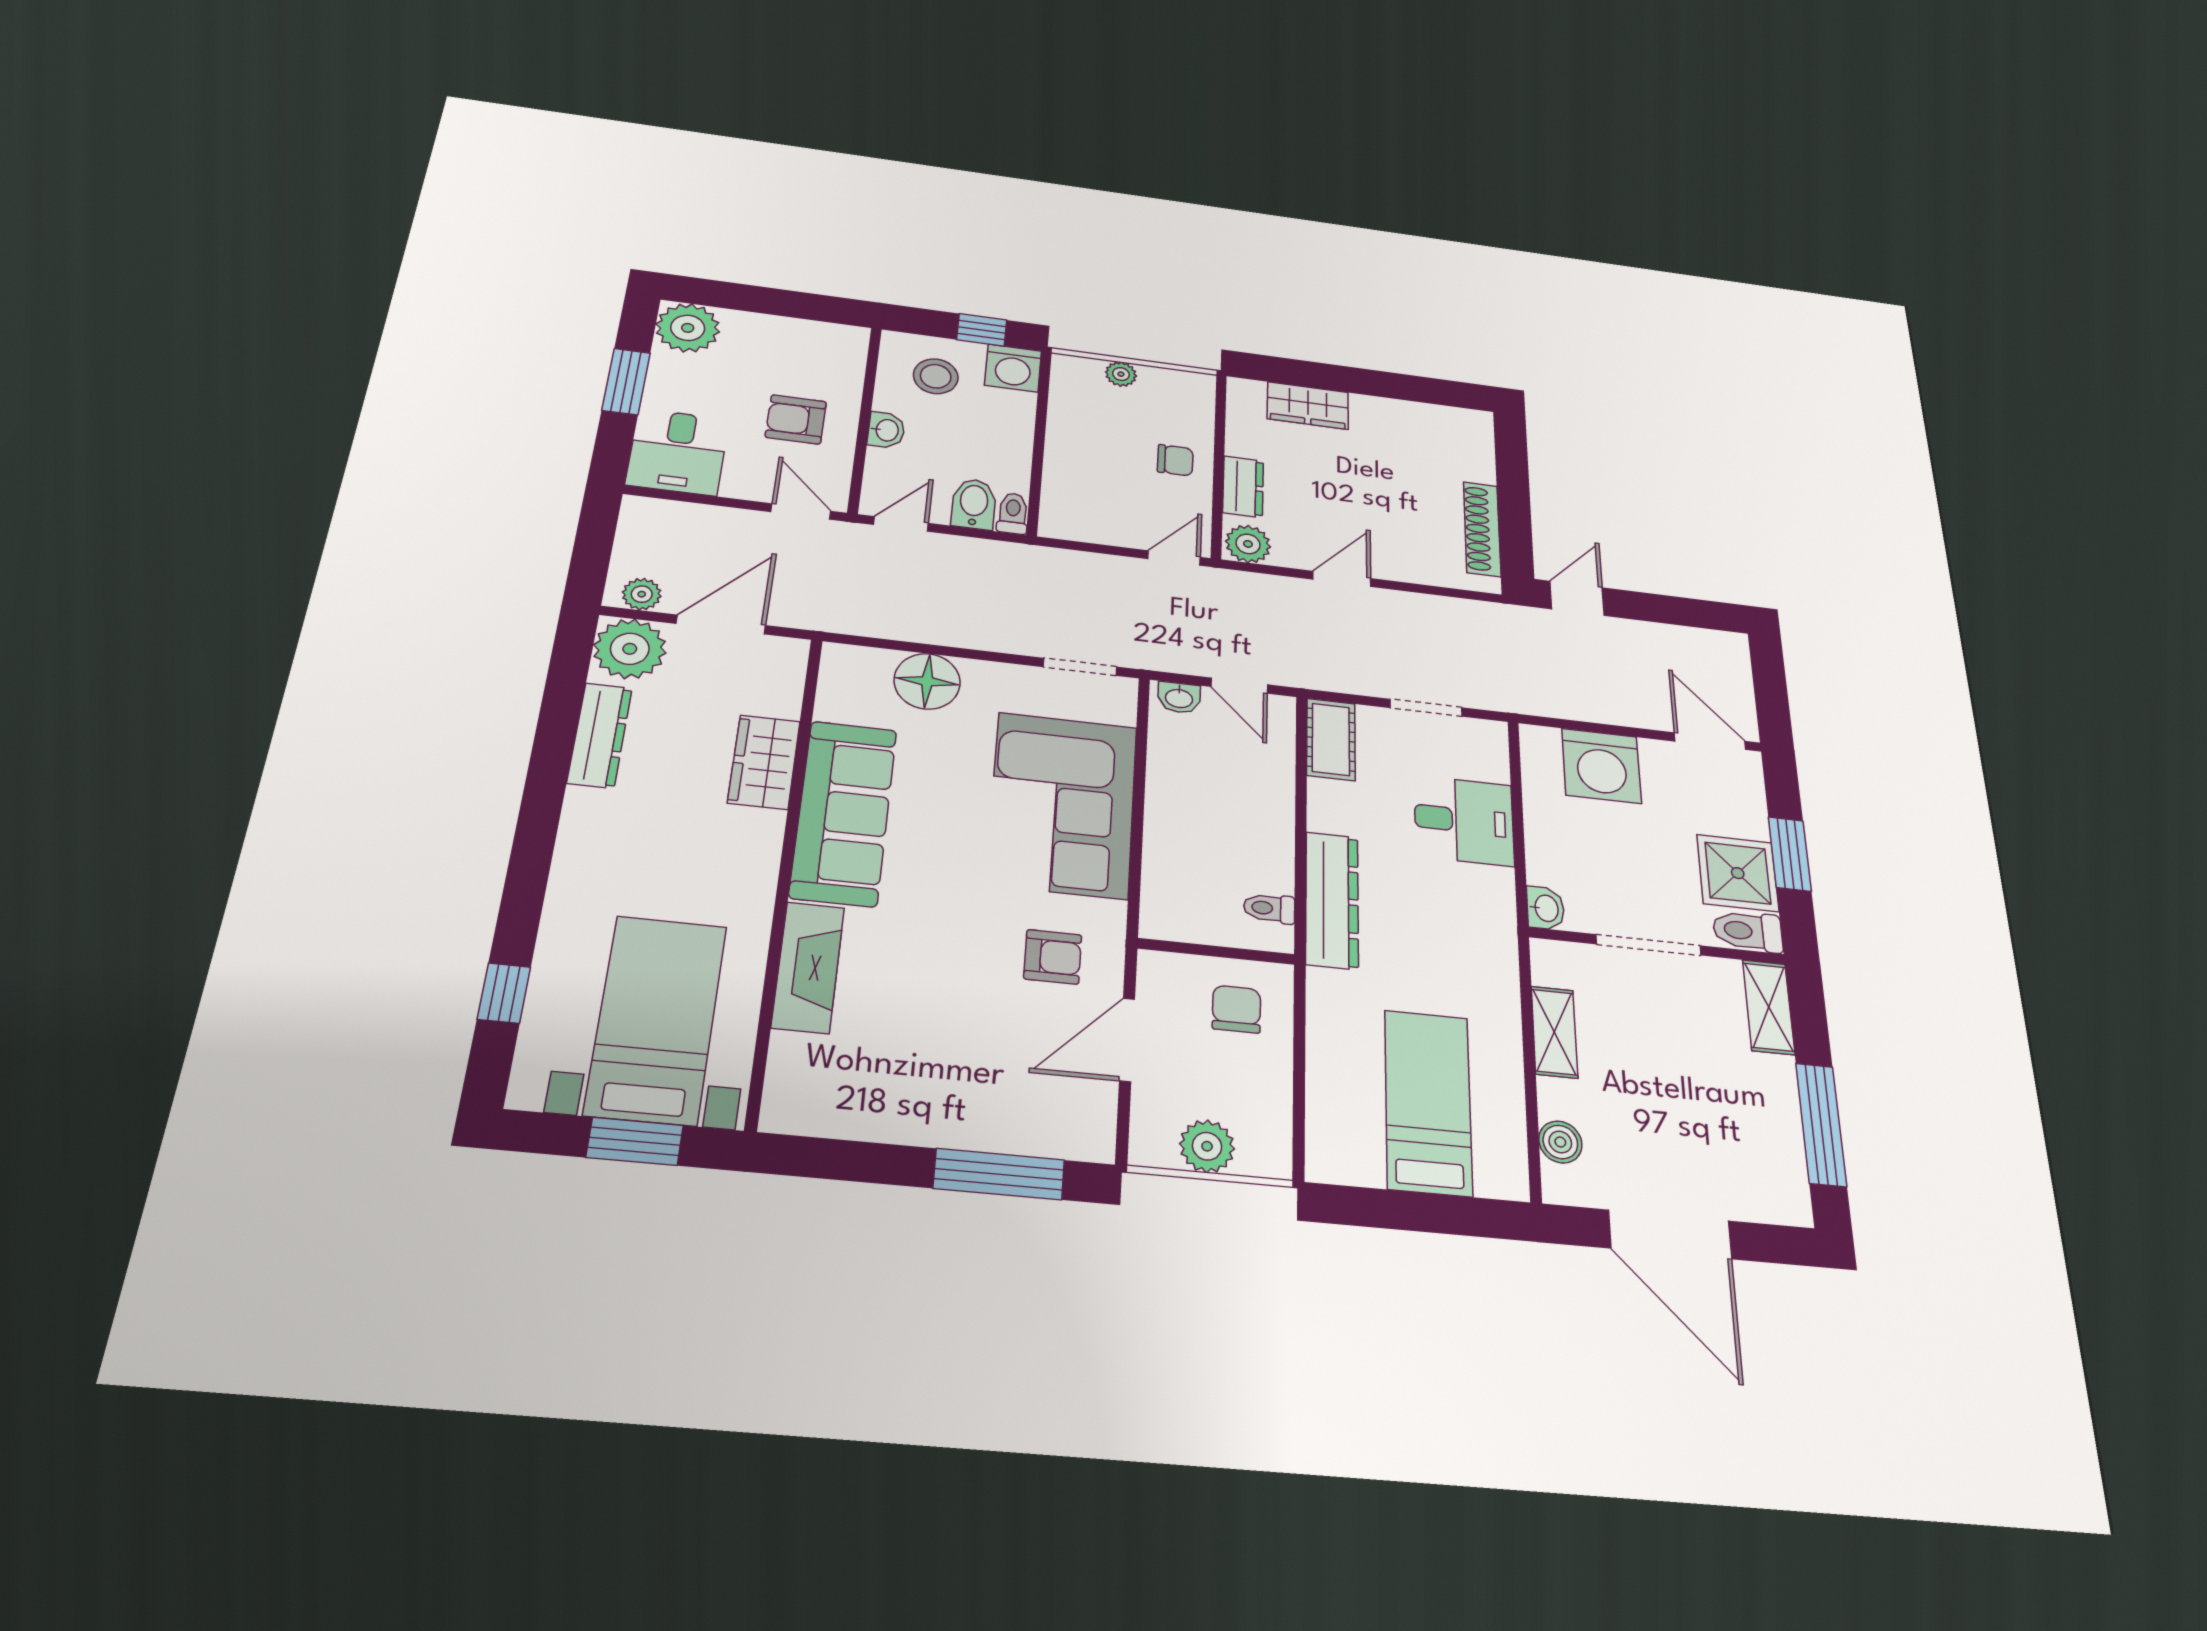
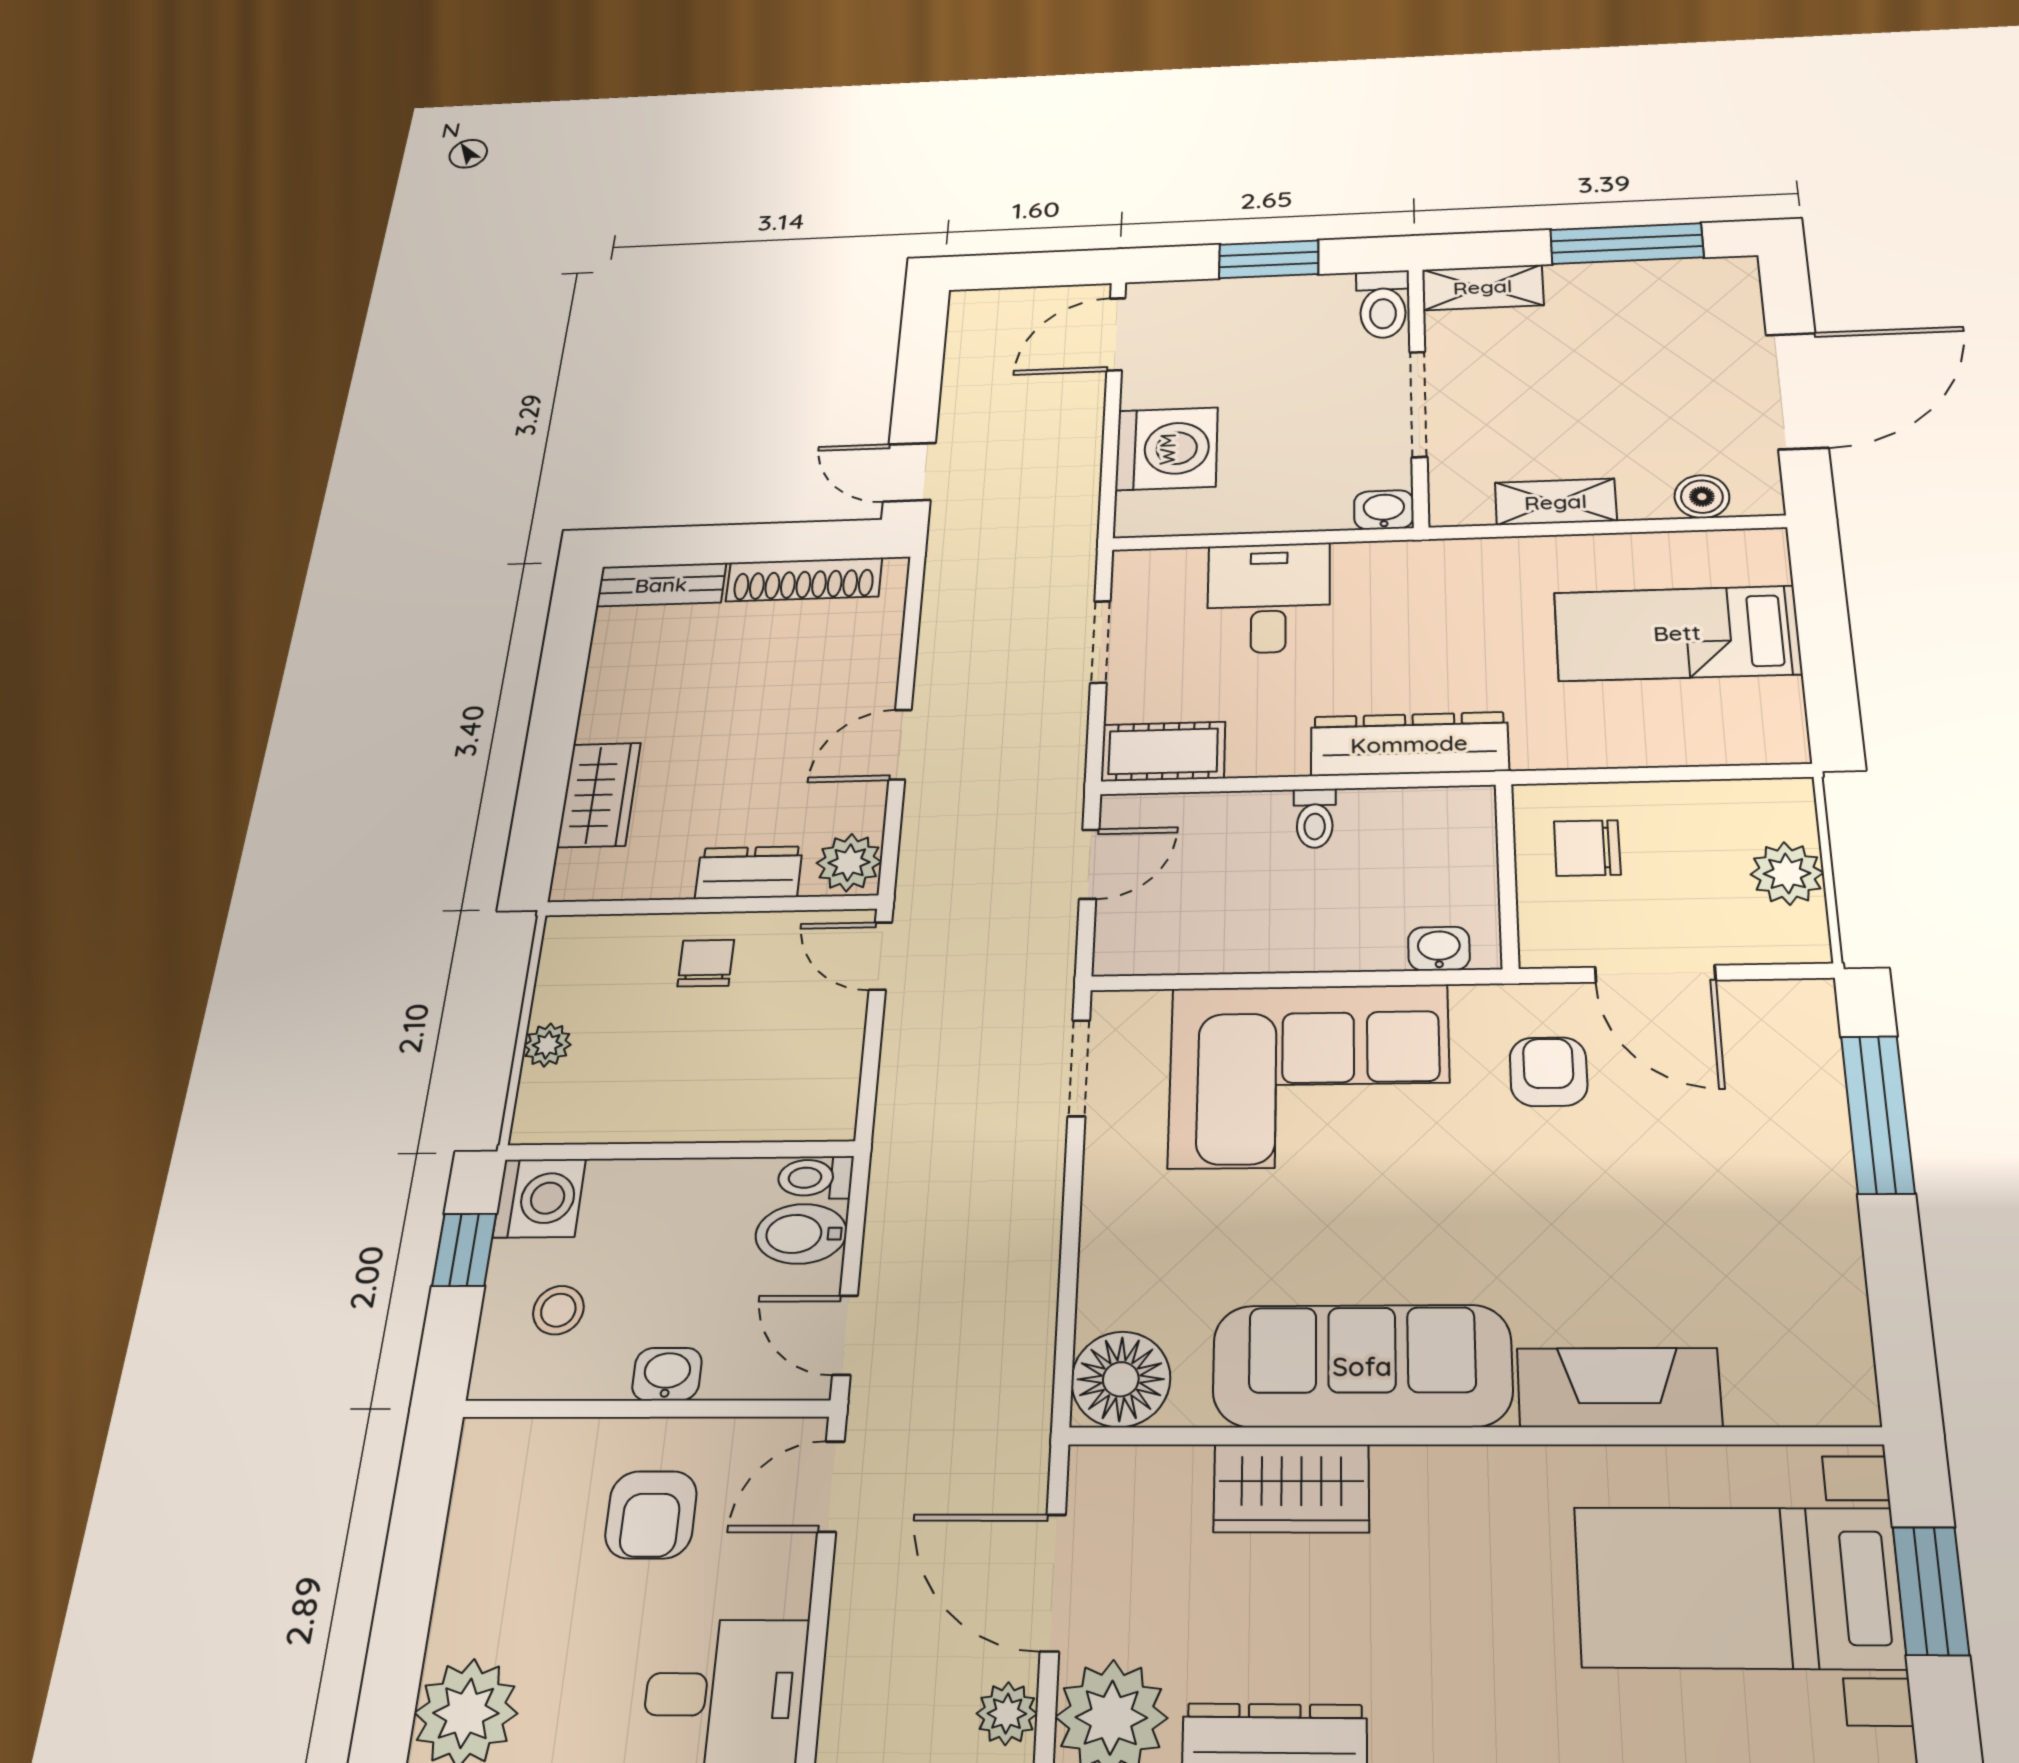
stool: (936, 376) -> (558, 1310), width x0.73, depth x0.73
bench: (1478, 445) -> (661, 585), added
door: (1342, 579) -> (900, 745), hinge flipped
floor lamp: (927, 681) -> (1121, 1379), moved
washbasin: (1179, 698) -> (1439, 949), moved, turned -90
shower: (1738, 873) -> (1303, 312), removed
toilet: (1269, 908) -> (1315, 818), moved

